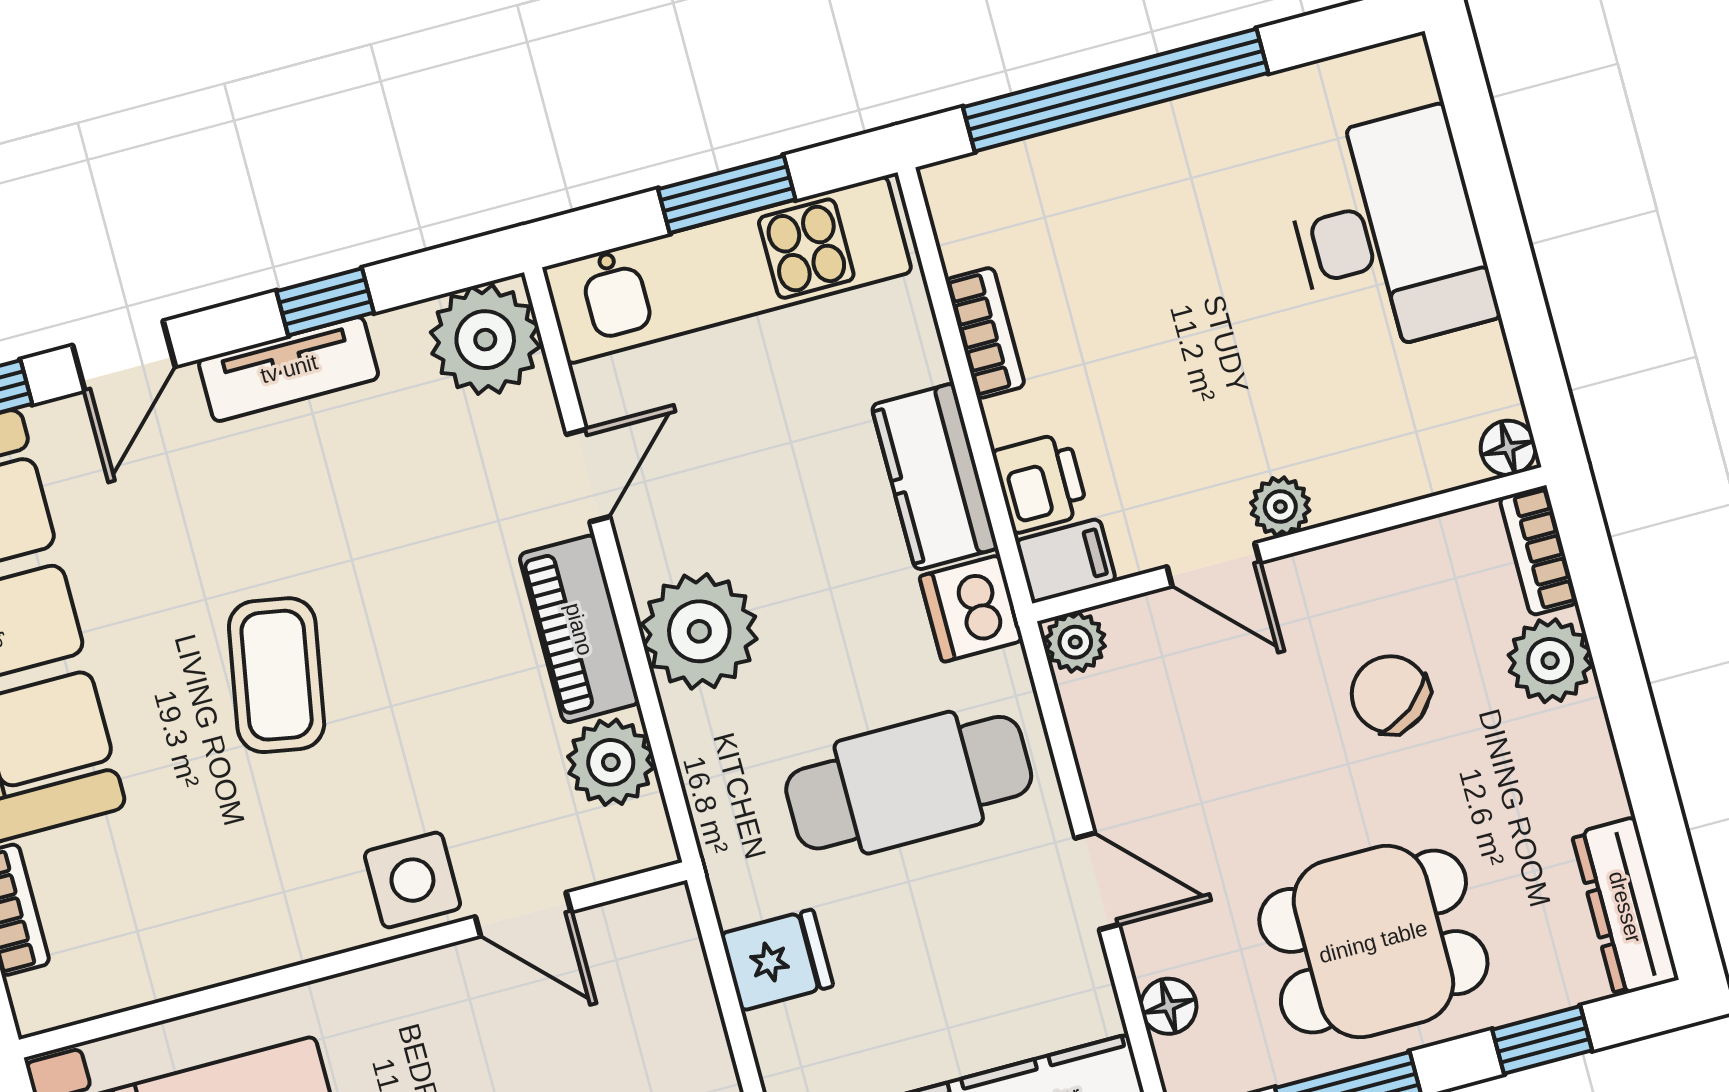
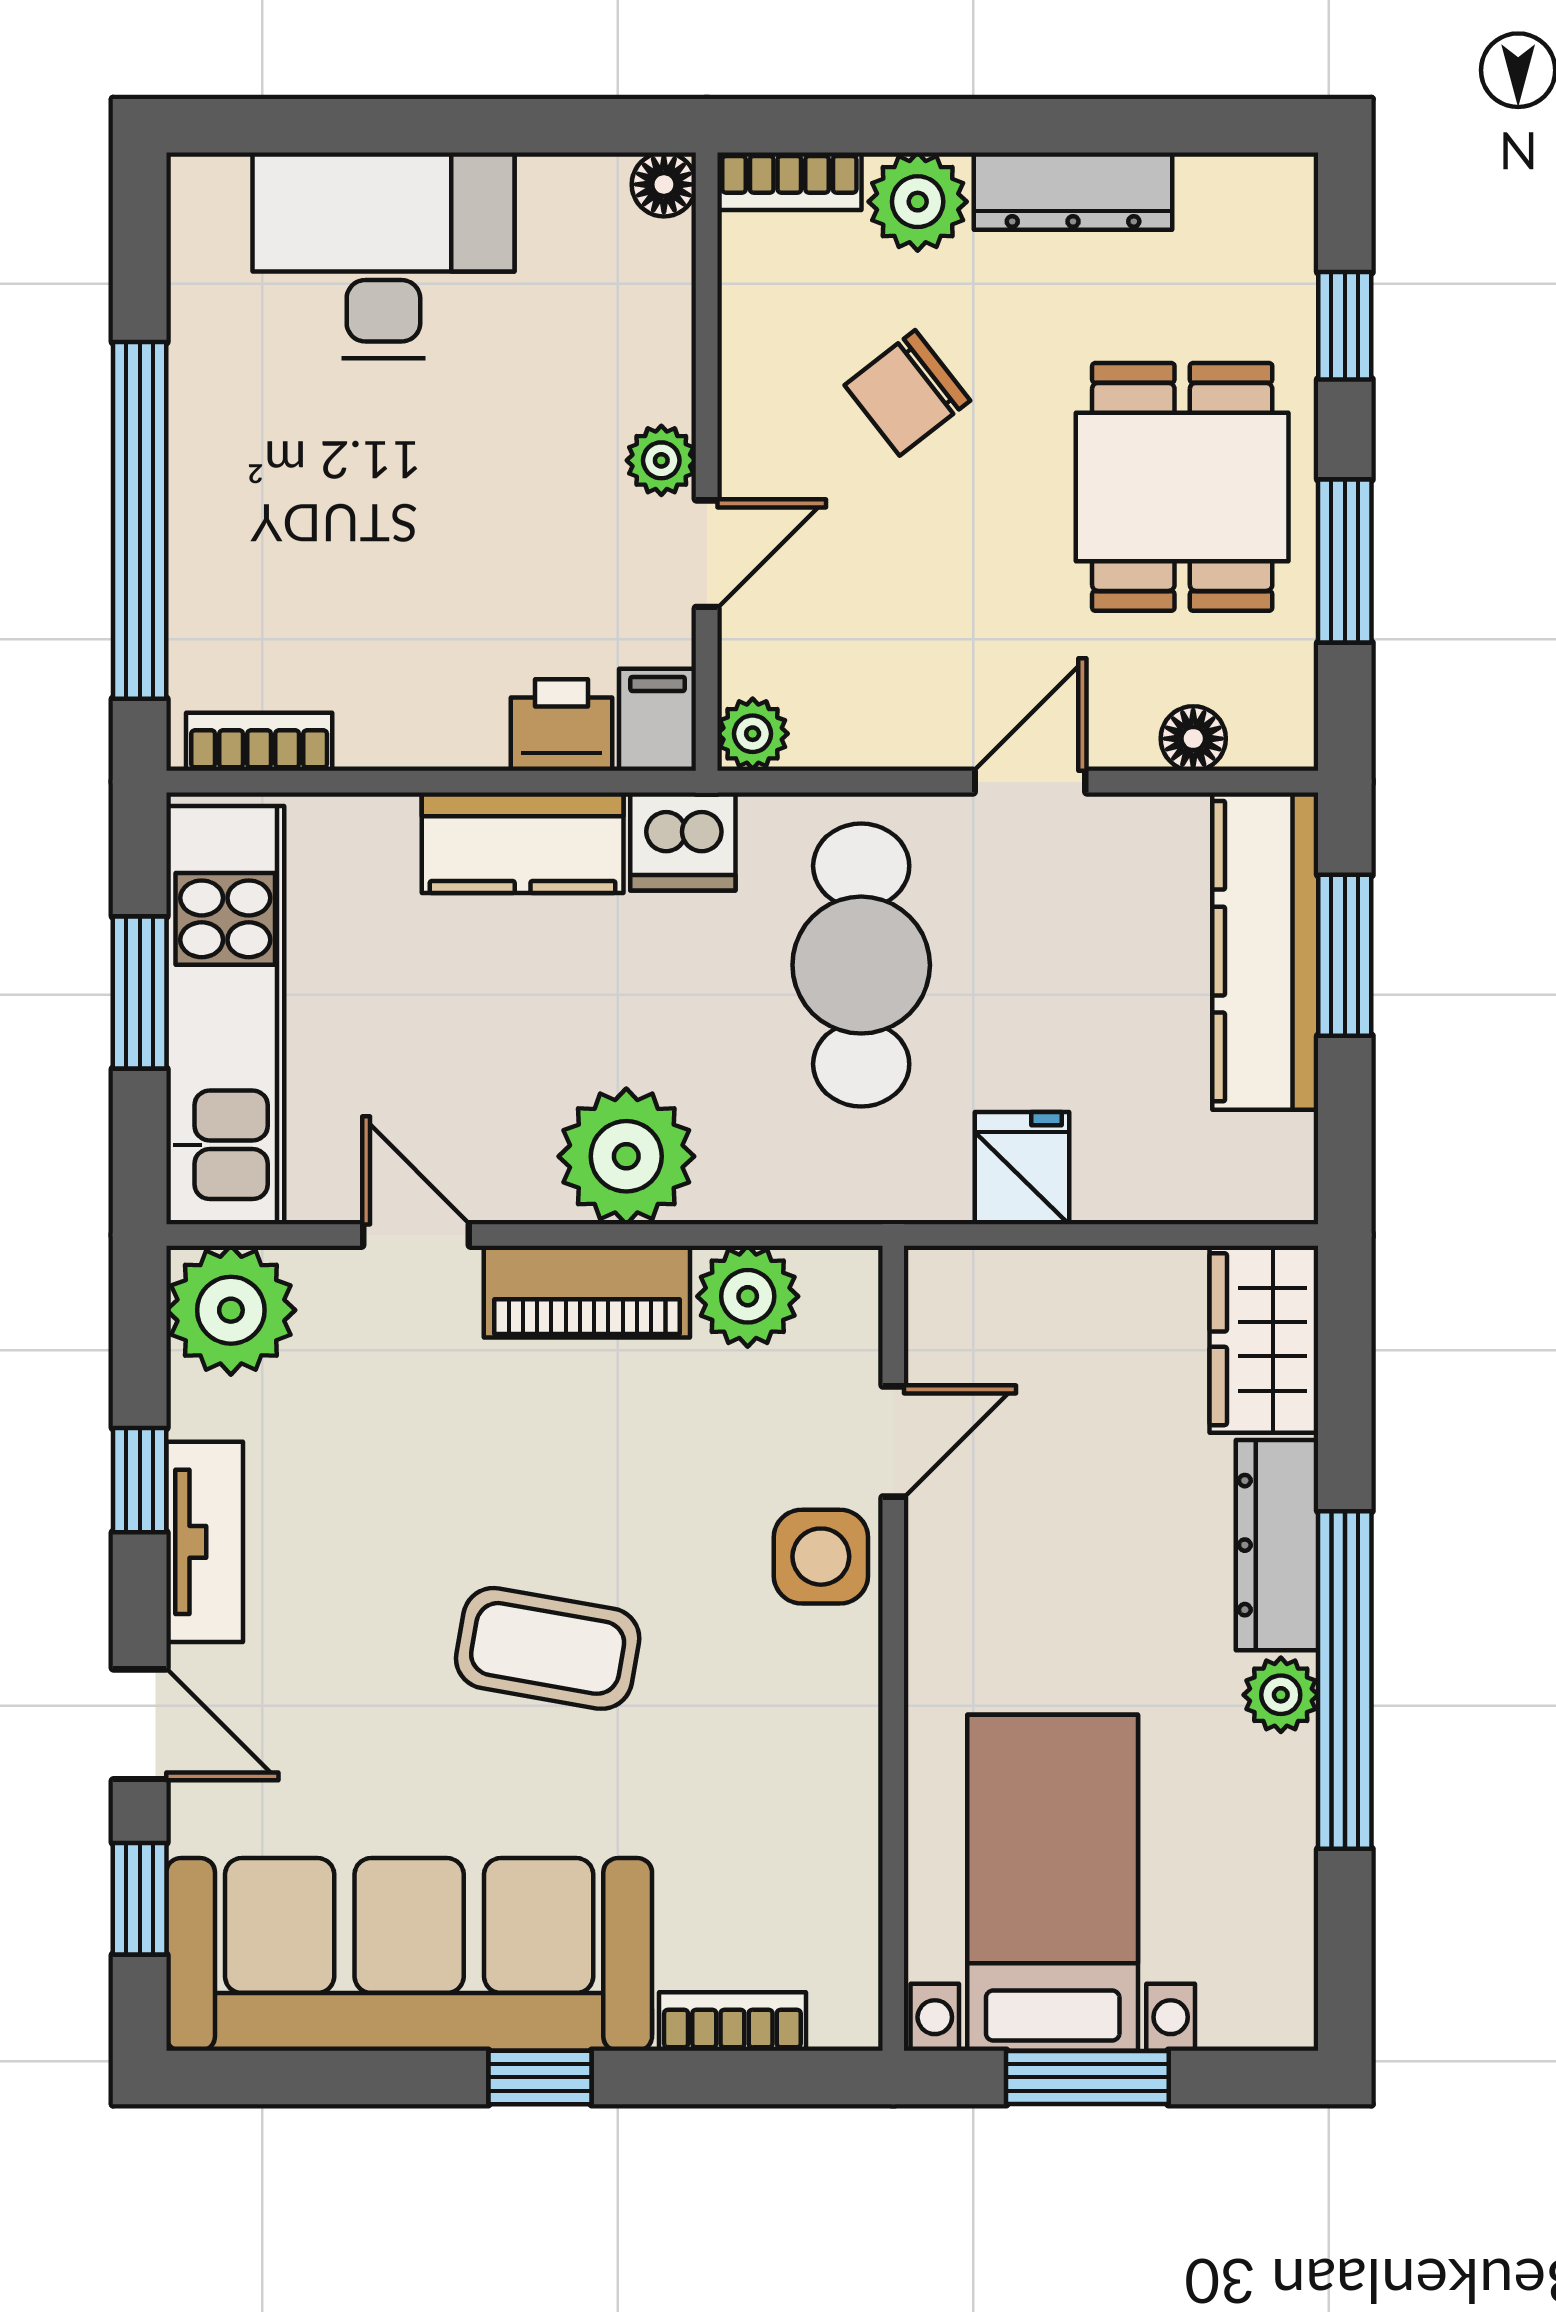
bookcase: (985, 333) -> (259, 742), moved
dresser: (1625, 907) -> (1073, 191), moved

